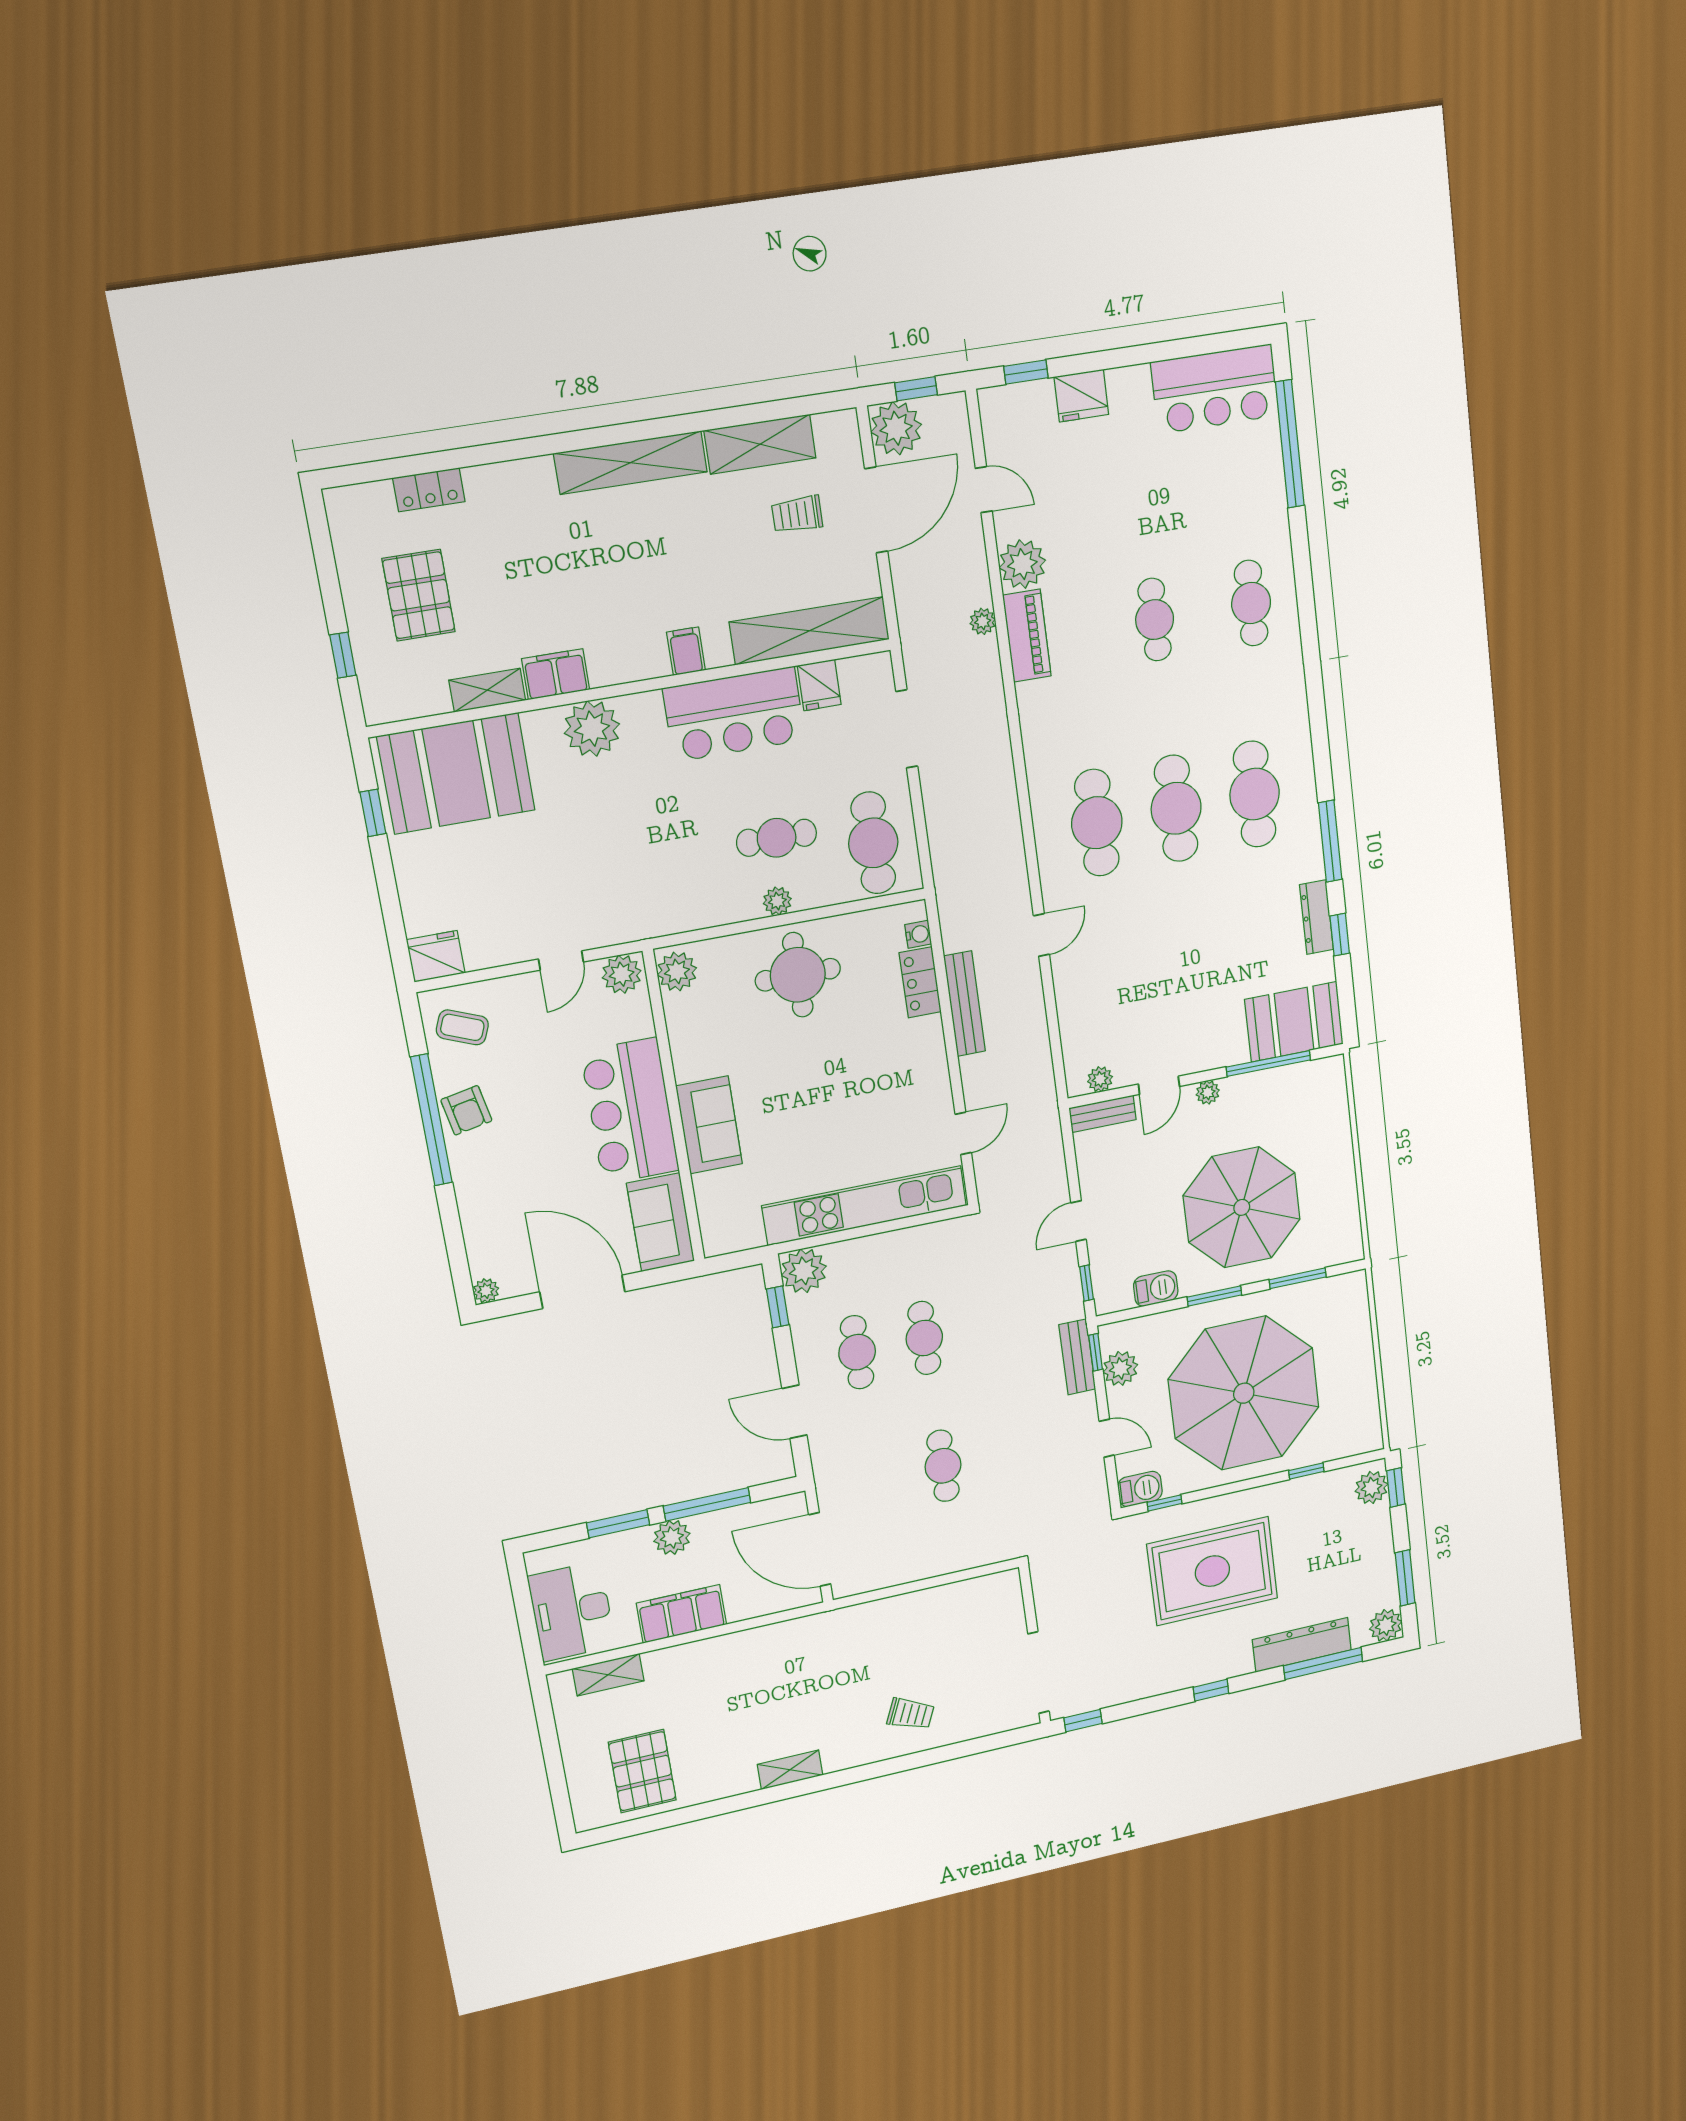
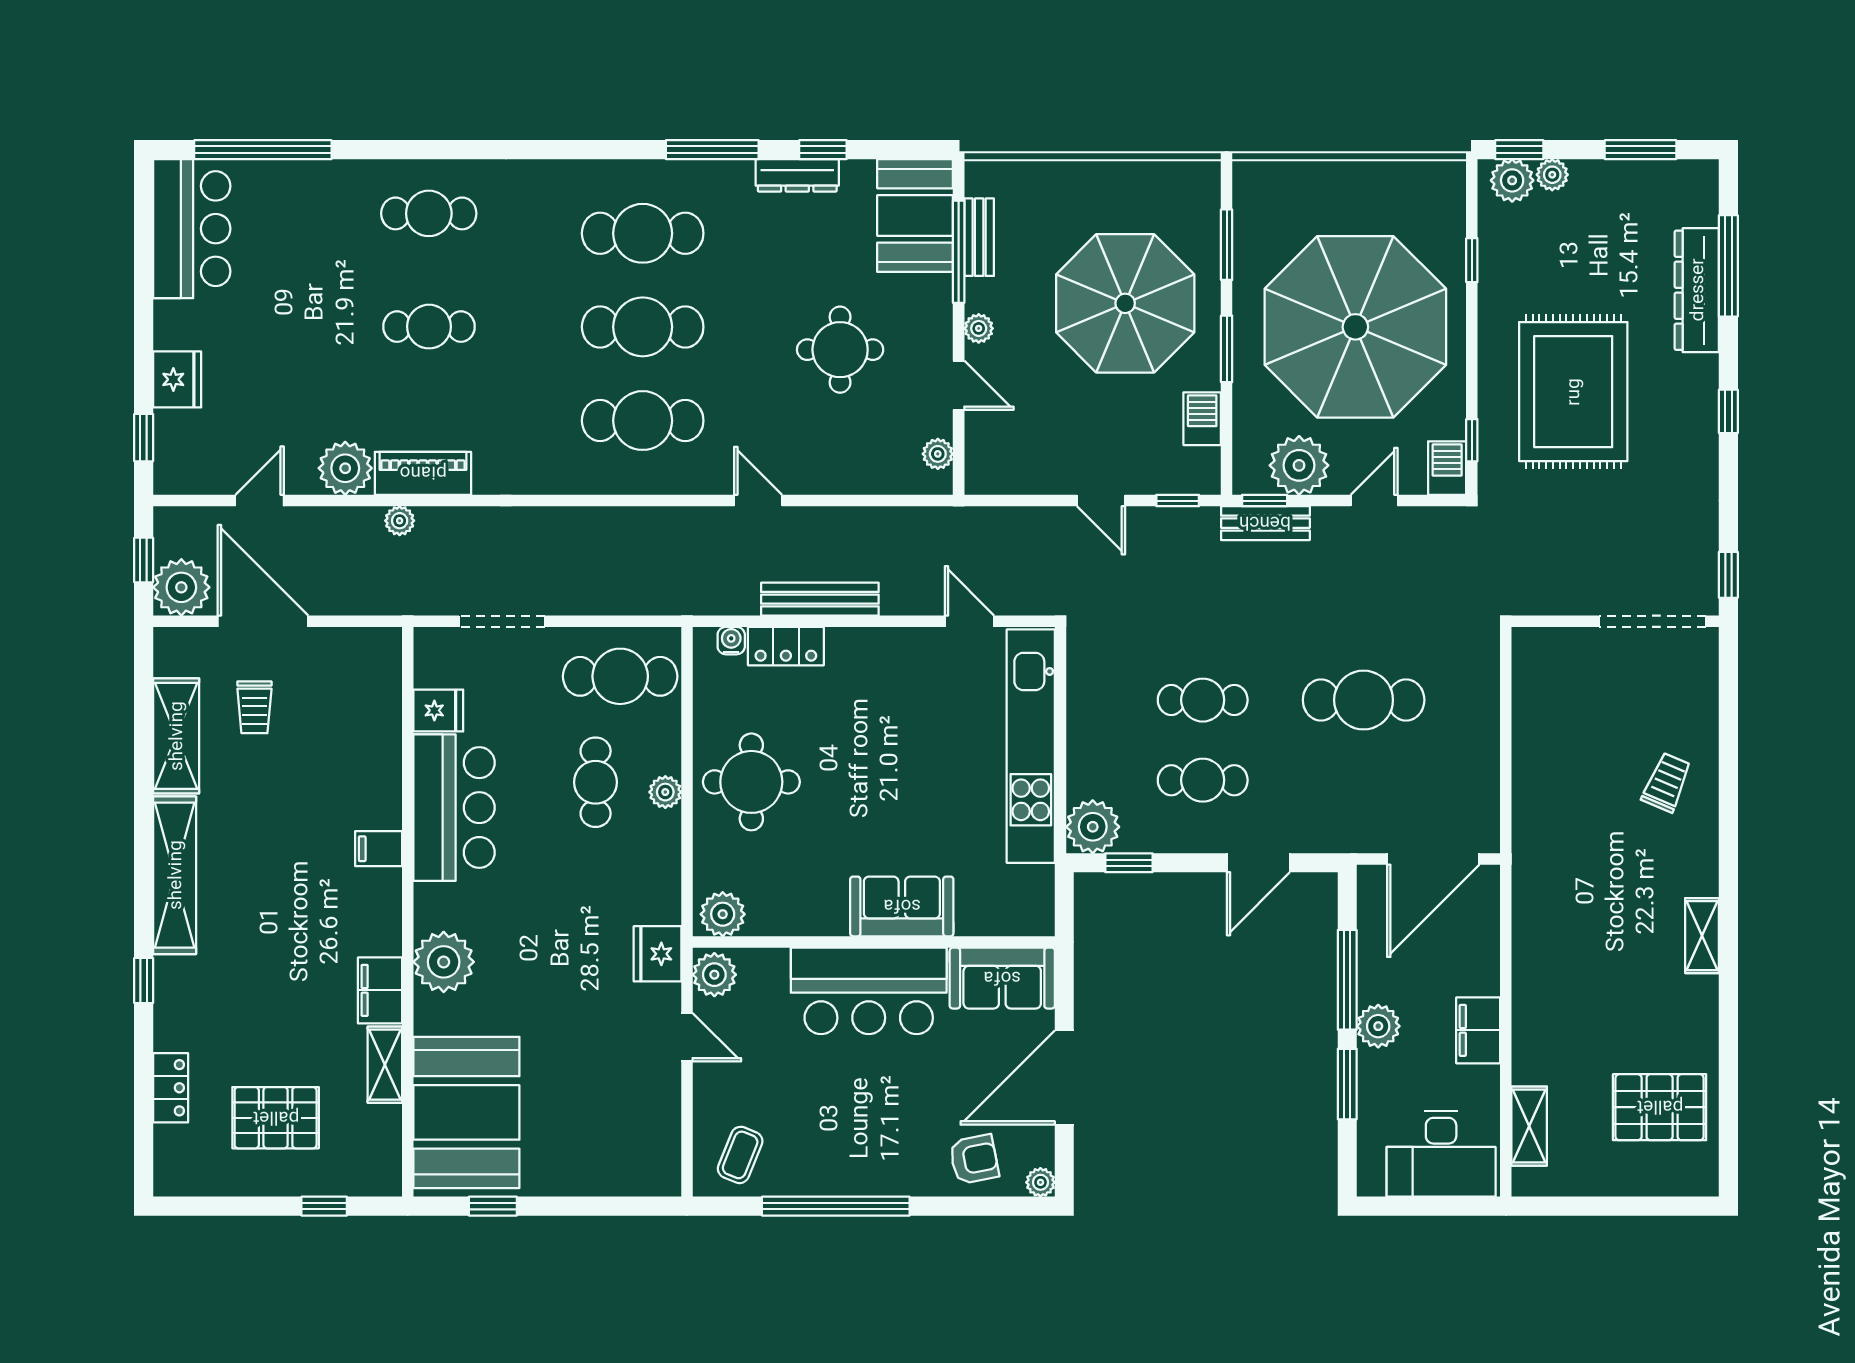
window: (527, 448) -> (144, 981), added
shelving: (809, 631) -> (379, 712), removed
fridge: (436, 956) -> (658, 954), moved
round table: (1177, 981) -> (840, 350), added
armchair: (466, 1110) -> (974, 1159), moved
bench: (1103, 1114) -> (979, 237), moved
plant: (1120, 1368) -> (1299, 465), width x1.36, depth x1.36
cafe table: (943, 1466) -> (1364, 700), width x1.37, depth x1.35
filing cabinet: (681, 1614) -> (1478, 1030), width x0.67, depth x0.86
plant: (1386, 1625) -> (1552, 175), moved, width x0.73, depth x0.73

